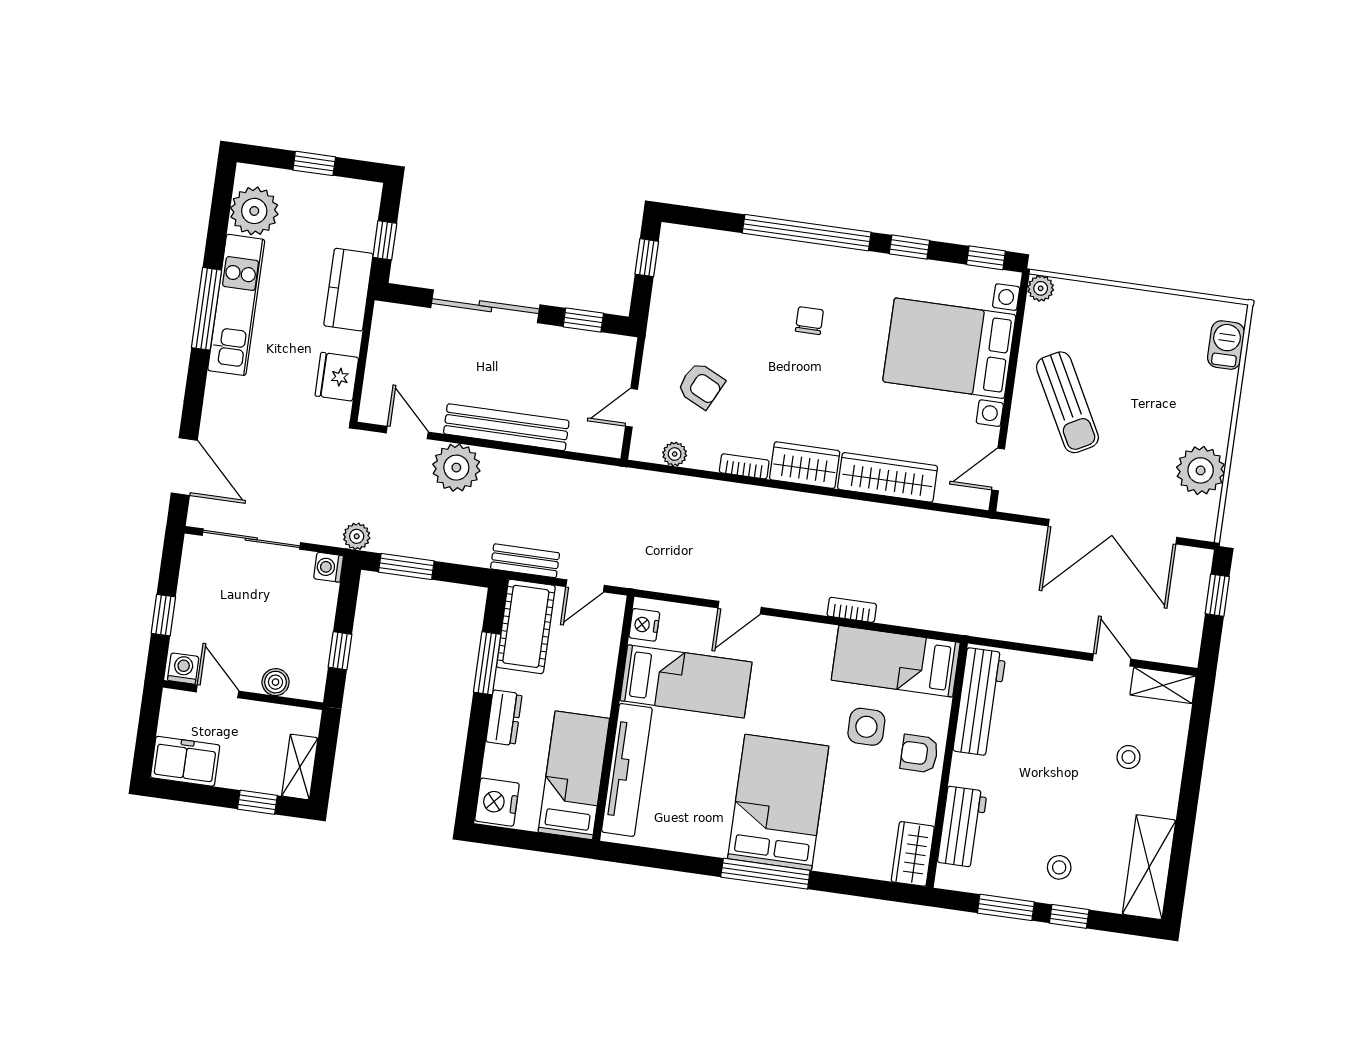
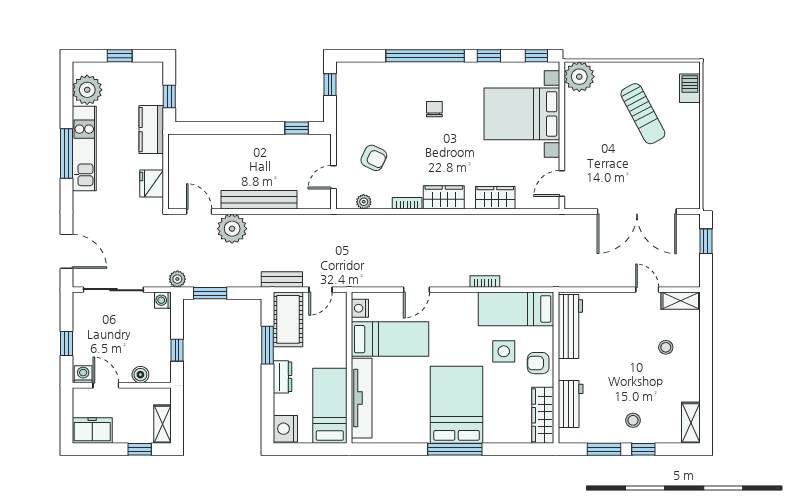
plant: (1041, 288) -> (579, 77), width x1.88, depth x1.88
sliding door: (485, 306) -> (236, 128), removed
sun lounger: (1067, 402) -> (643, 114), moved
plant: (1201, 470) -> (685, 167), removed
wardrobe: (888, 477) -> (495, 198), width x0.67
wardrobe: (913, 854) -> (543, 415), width x1.50
shelving: (1149, 867) -> (691, 423), width x0.67, depth x0.75

